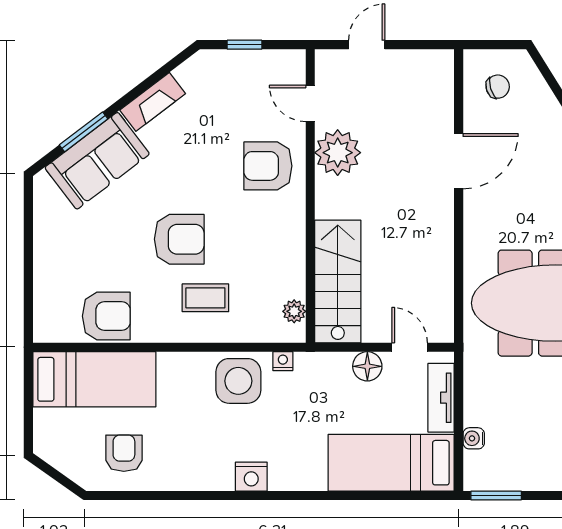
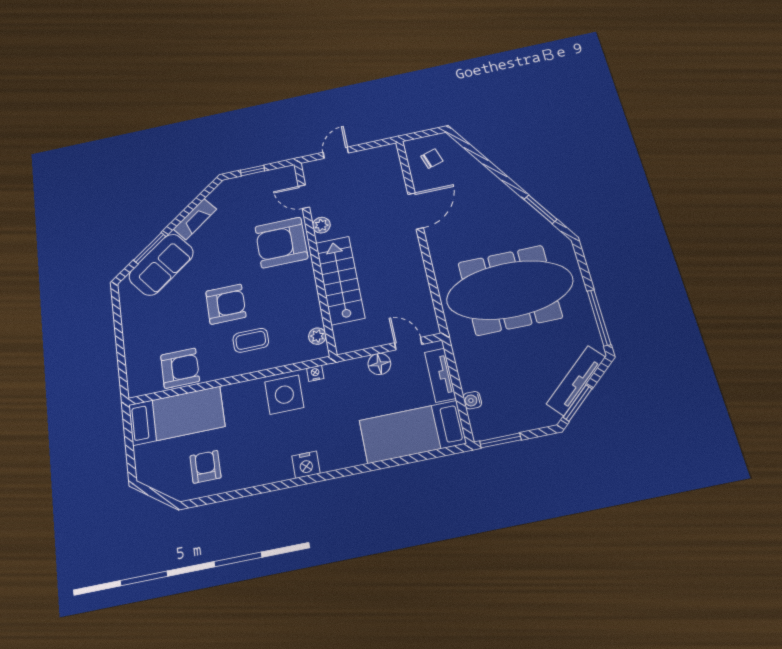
plant: (338, 153) -> (321, 225), width x0.53, depth x0.53
armchair: (268, 166) -> (281, 243), width x1.36, depth x1.36
stairs: (338, 281) -> (340, 280), moved

